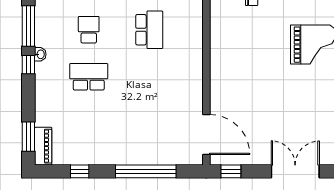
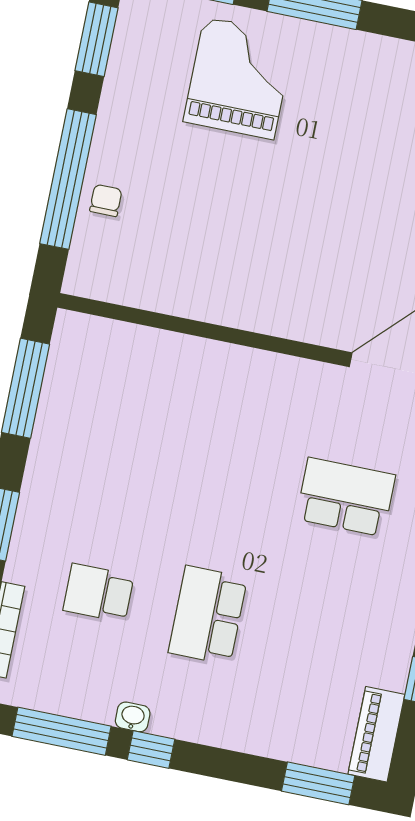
school desk: (149, 30) -> (346, 497), moved
piano: (43, 146) -> (376, 734), moved, turned -90

